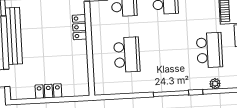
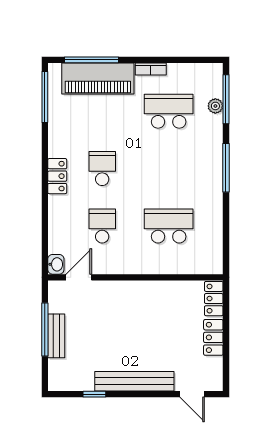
locker: (79, 27) -> (214, 299), moved, turned 90

